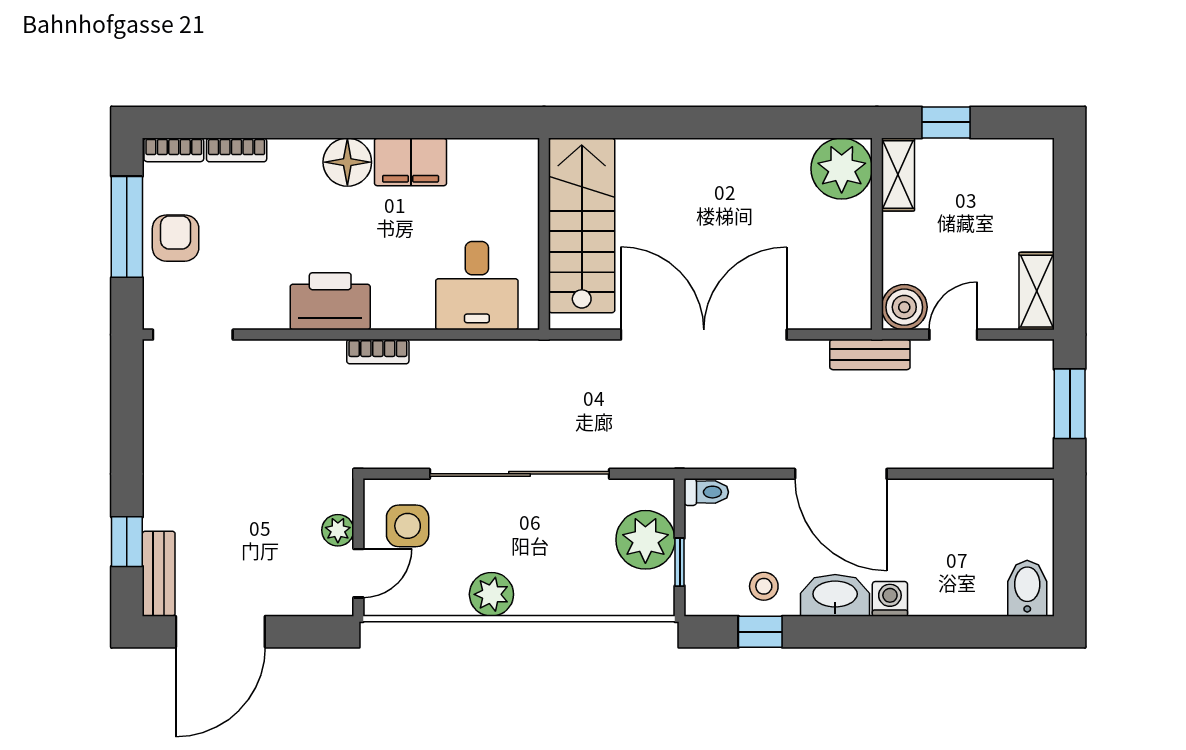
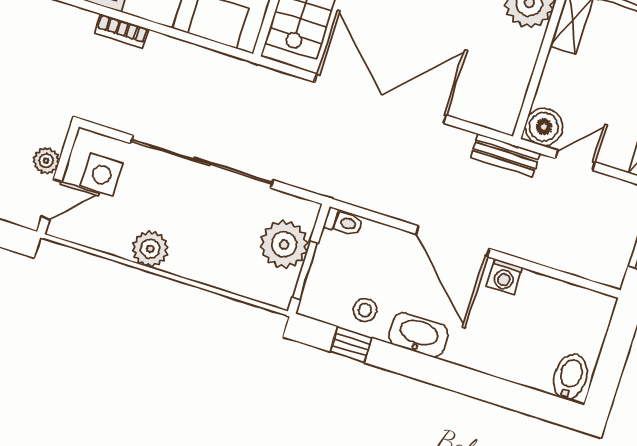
window: (680, 562) -> (305, 270), width x1.50
washing machine: (890, 599) -> (505, 277), moved, turned 180

